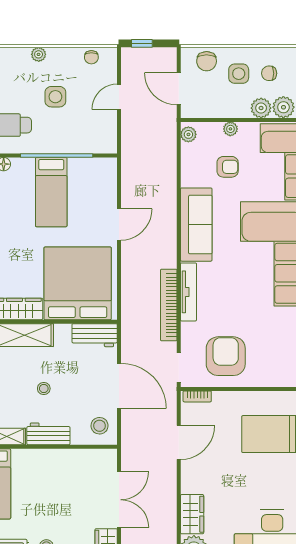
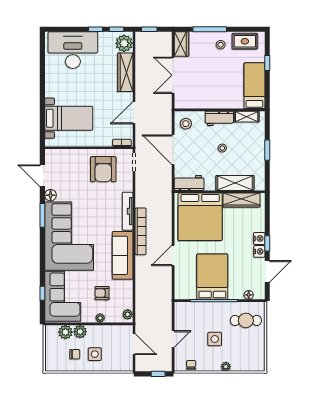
chair: (207, 61) -> (116, 362), removed
bed: (51, 192) -> (212, 277), width x1.50
bookcase: (169, 305) -> (141, 231), moved
wardrobe: (192, 514) -> (125, 72), width x1.50

